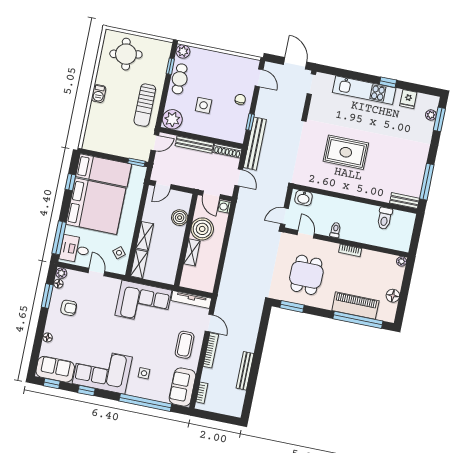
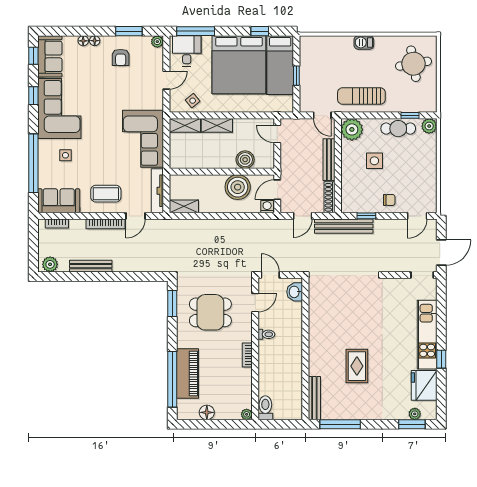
fridge: (408, 99) -> (424, 385), width x1.88, depth x1.34
rug: (346, 152) -> (357, 366), moved, width x0.73, depth x0.70
window: (136, 162) -> (296, 76), moved
bench: (404, 201) -> (314, 398), width x1.36
toilet: (385, 218) -> (265, 408), moved, turned 90
shelving: (192, 252) -> (184, 206), moved
floor lamp: (58, 284) -> (95, 41), moved
plant: (236, 406) -> (50, 264), added

